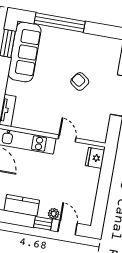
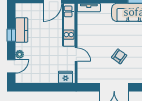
door: (67, 138) -> (76, 54), hinge flipped
window: (43, 223) -> (11, 35), moved

